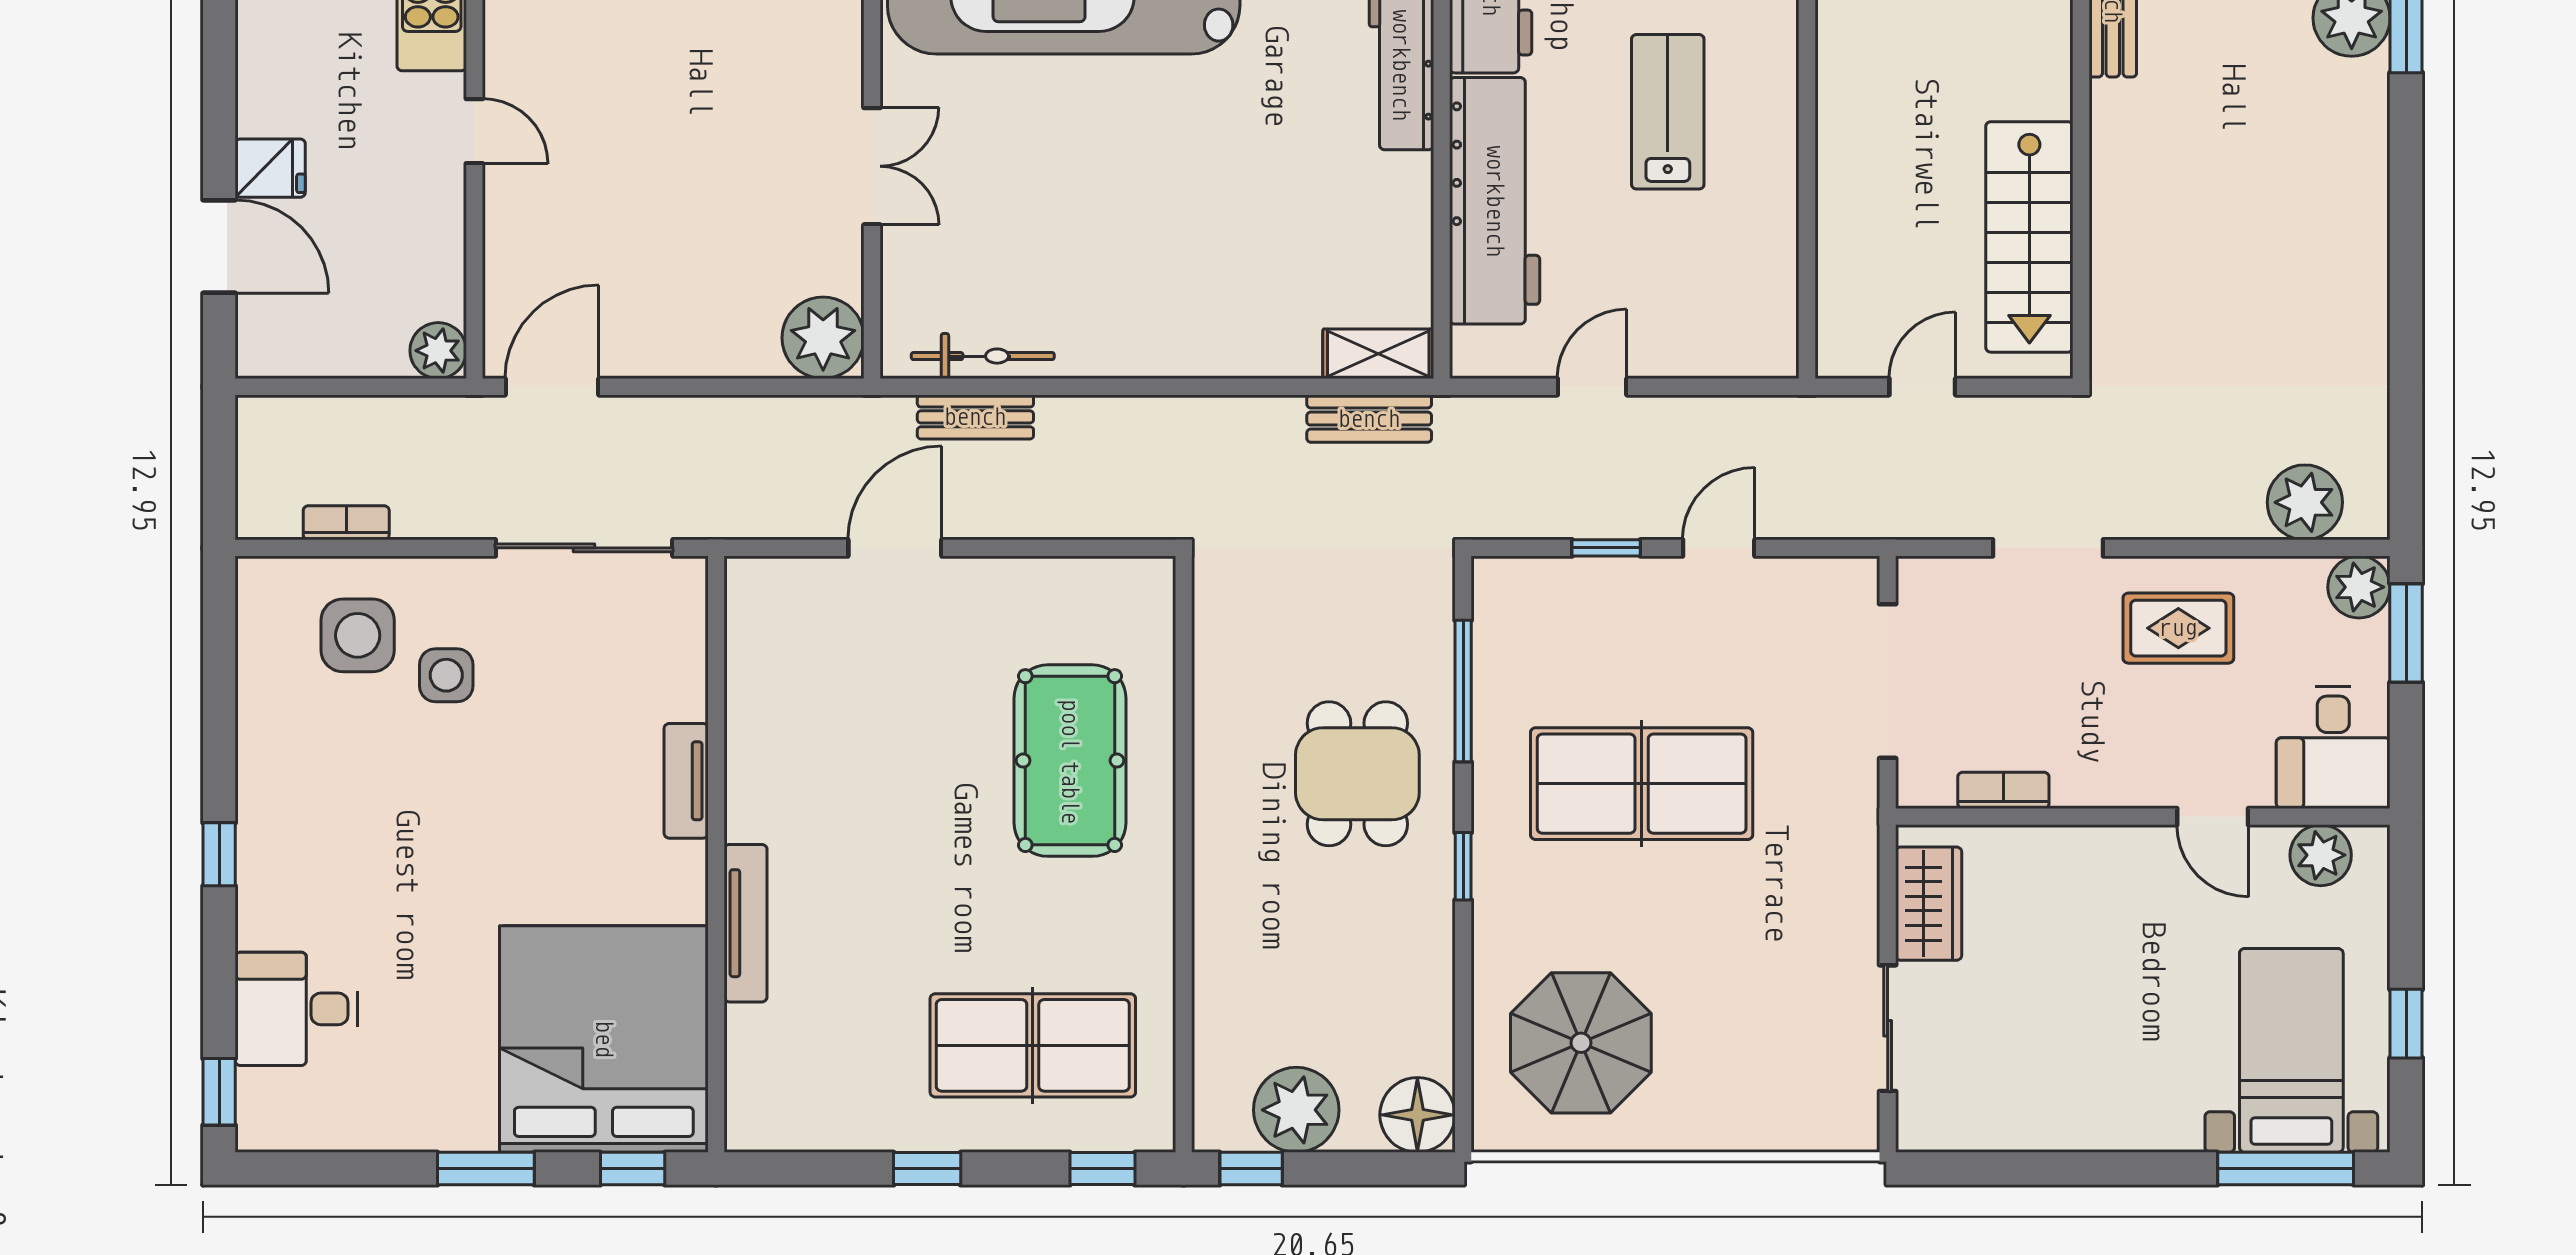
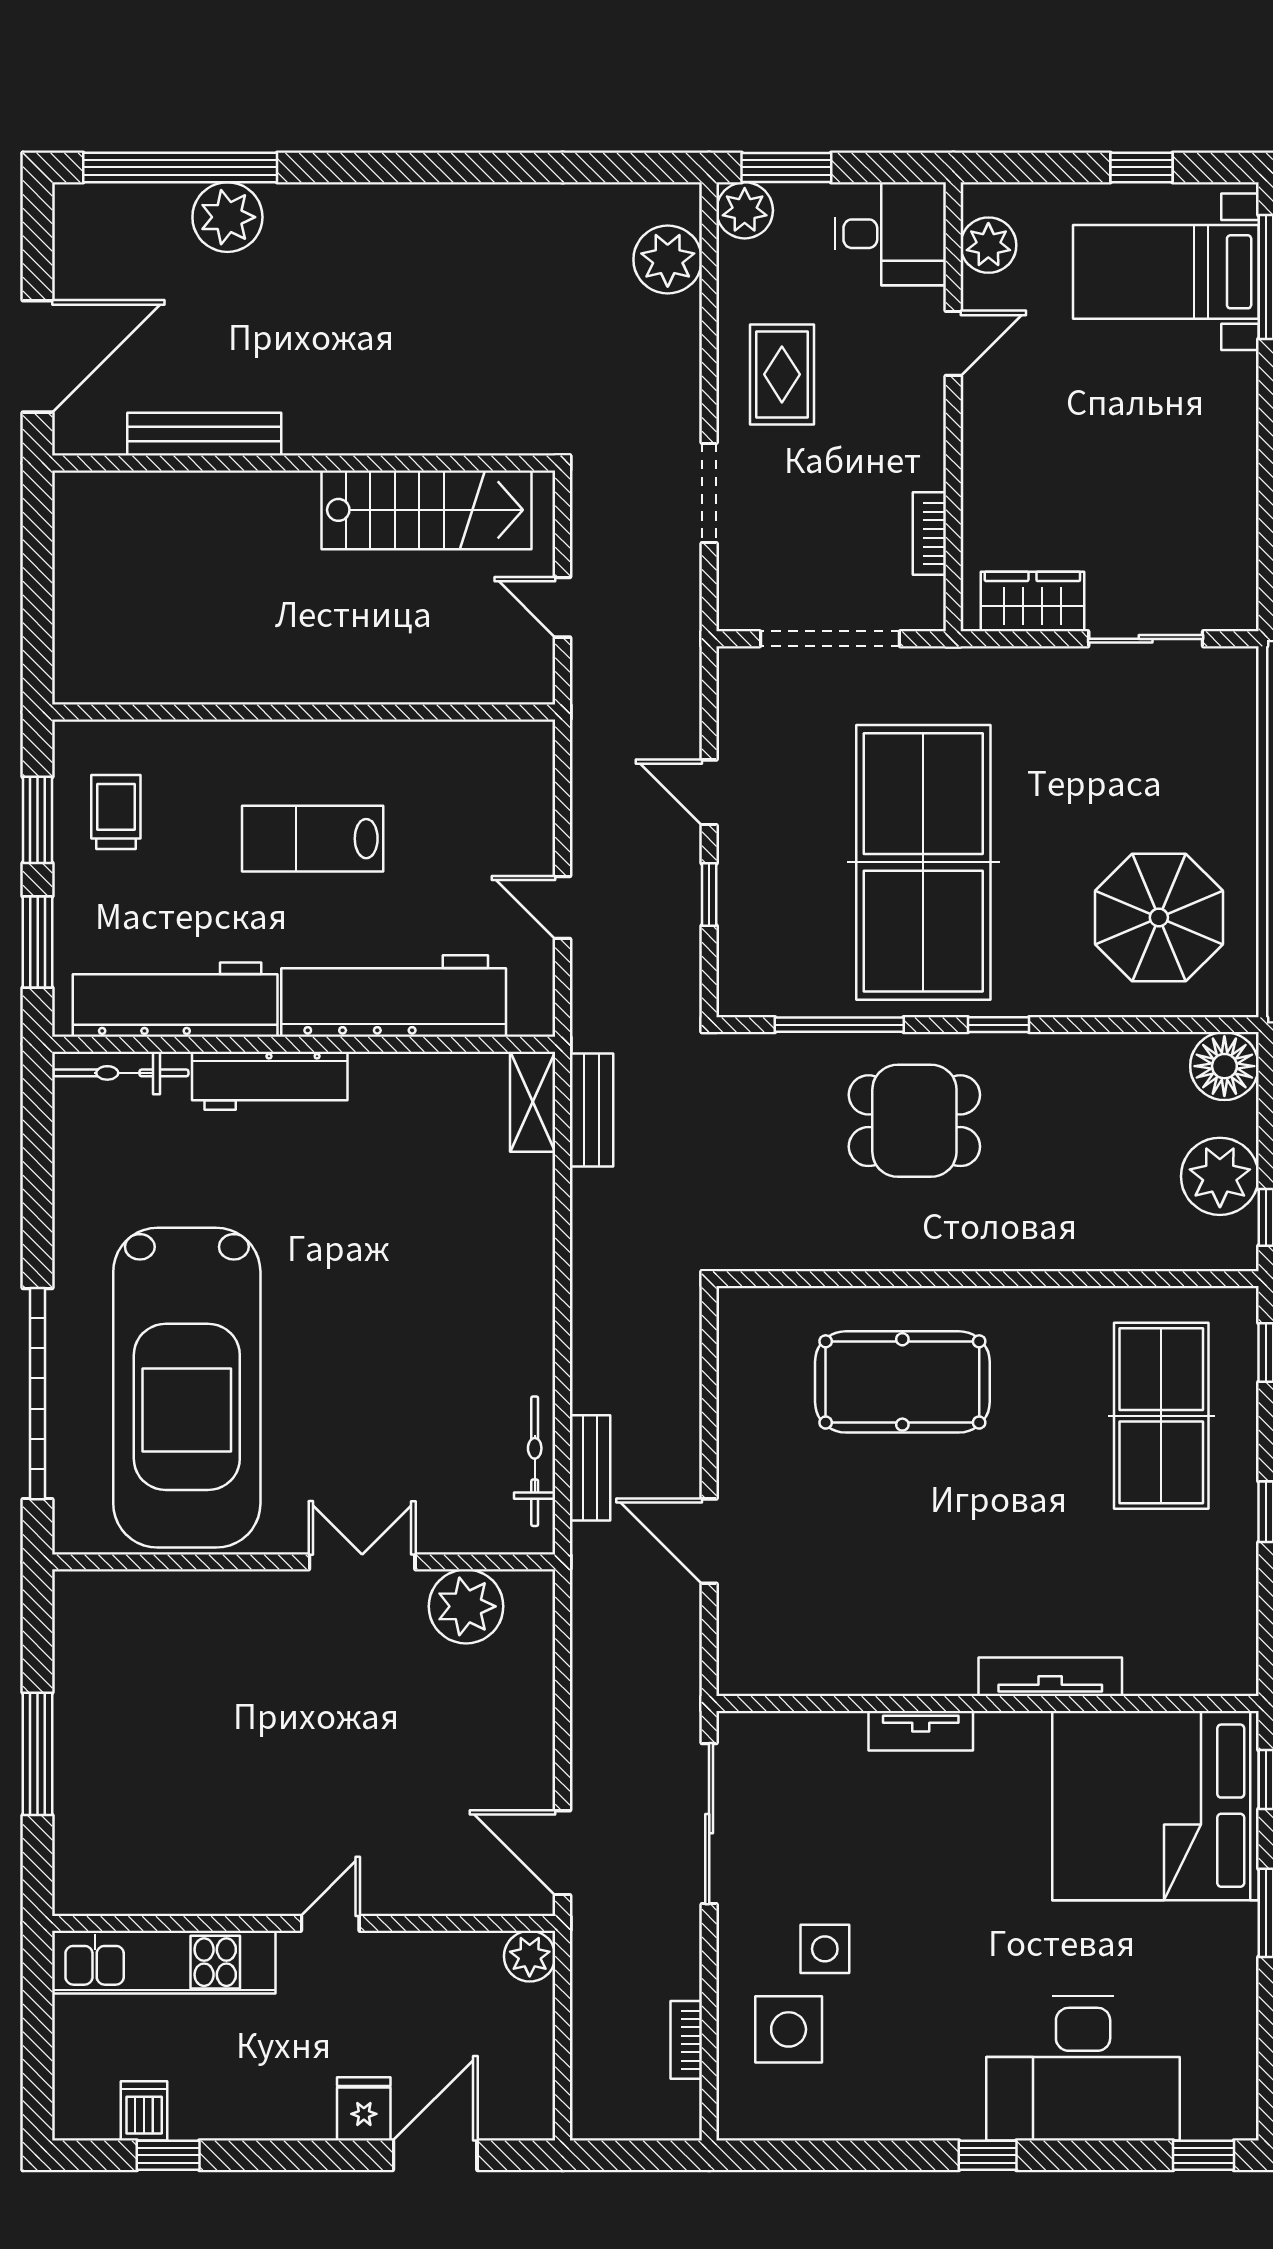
plant: (823, 338) -> (466, 1606), moved
table tennis table: (1642, 784) -> (923, 862), width x1.36, depth x1.32
desk: (296, 1009) -> (1083, 2068), width x1.87, depth x1.30

